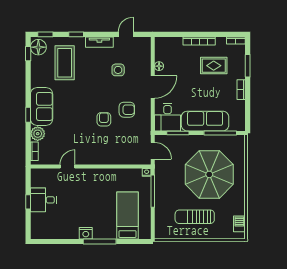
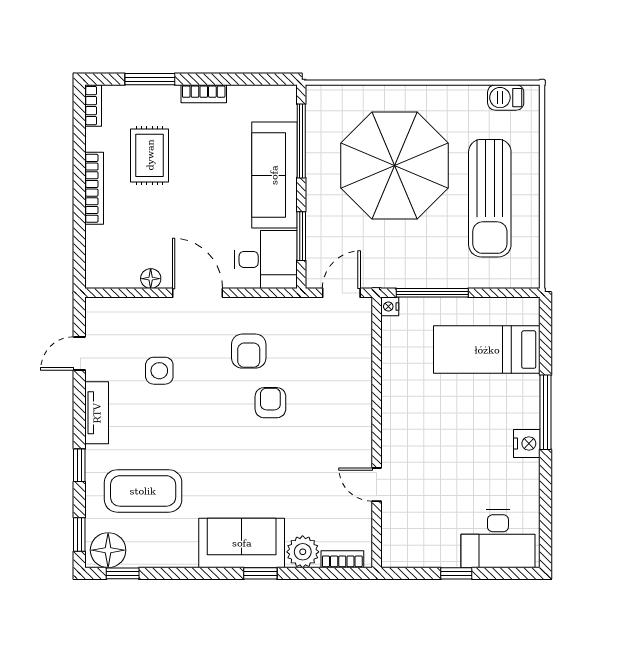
door: (126, 34) -> (79, 353), hinge flipped
armchair: (127, 110) -> (249, 351), turned 180
armchair: (104, 119) -> (270, 403), turned 90
desk: (43, 200) -> (498, 539), moved, width x1.37
sun lounger: (195, 217) -> (490, 198), width x1.36, depth x1.34

